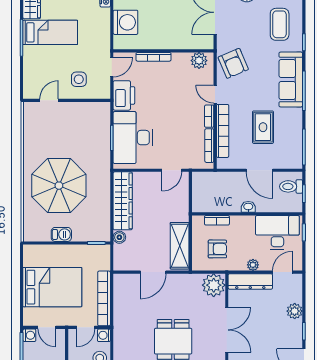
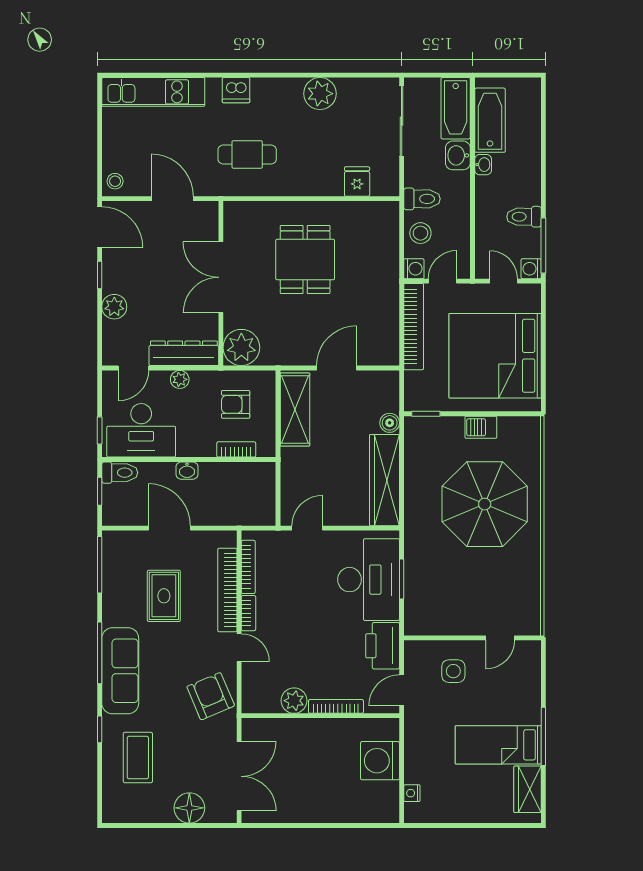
plant: (199, 61) -> (294, 701), moved
toilet: (291, 186) -> (120, 473), moved
bed: (52, 287) -> (495, 356), width x1.36

